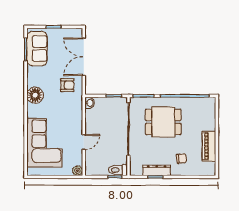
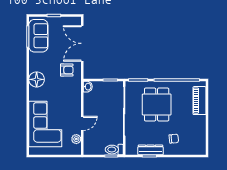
dining table: (163, 122) -> (157, 105), turned 90
piano: (209, 146) -> (200, 101), moved
plant: (77, 171) -> (76, 139), moved

